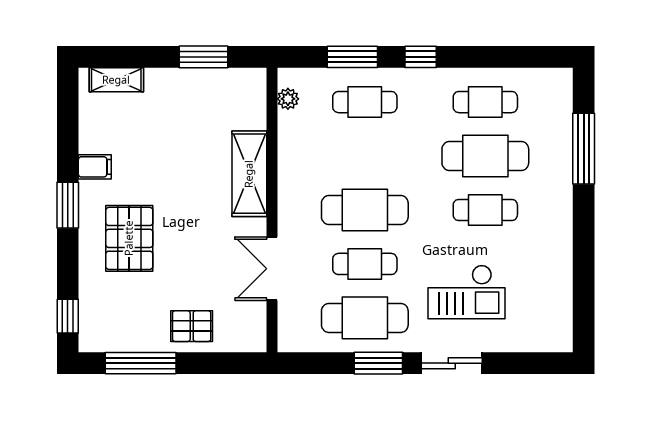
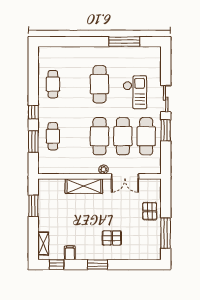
plant: (288, 99) -> (104, 169), moved
window: (584, 149) -> (124, 42), moved
cafe table: (485, 156) -> (76, 84), removed
filing cabinet: (95, 167) -> (70, 253), moved
cafe table: (485, 210) -> (100, 84), width x1.37, depth x1.35
pallet: (129, 238) -> (112, 238), width x0.67, depth x0.71
cafe table: (365, 264) -> (123, 136), width x1.37, depth x1.35
window: (68, 316) -> (57, 265), moved

